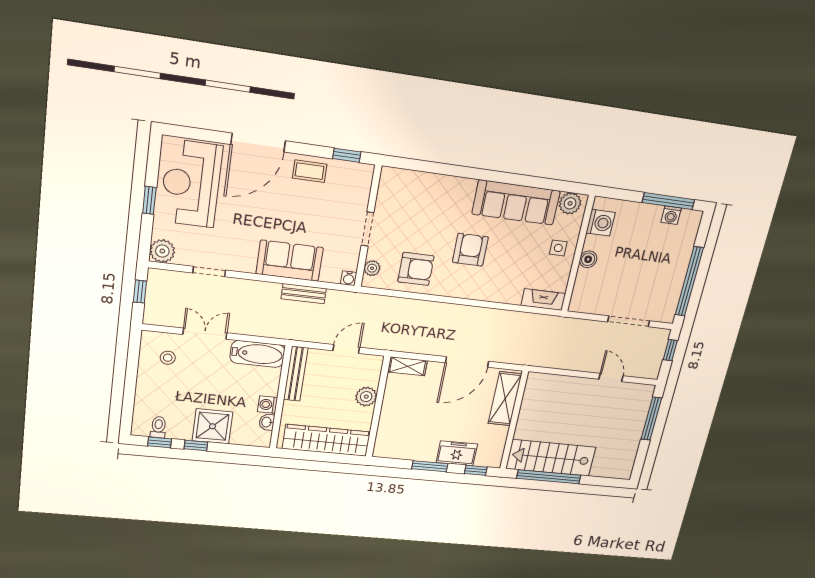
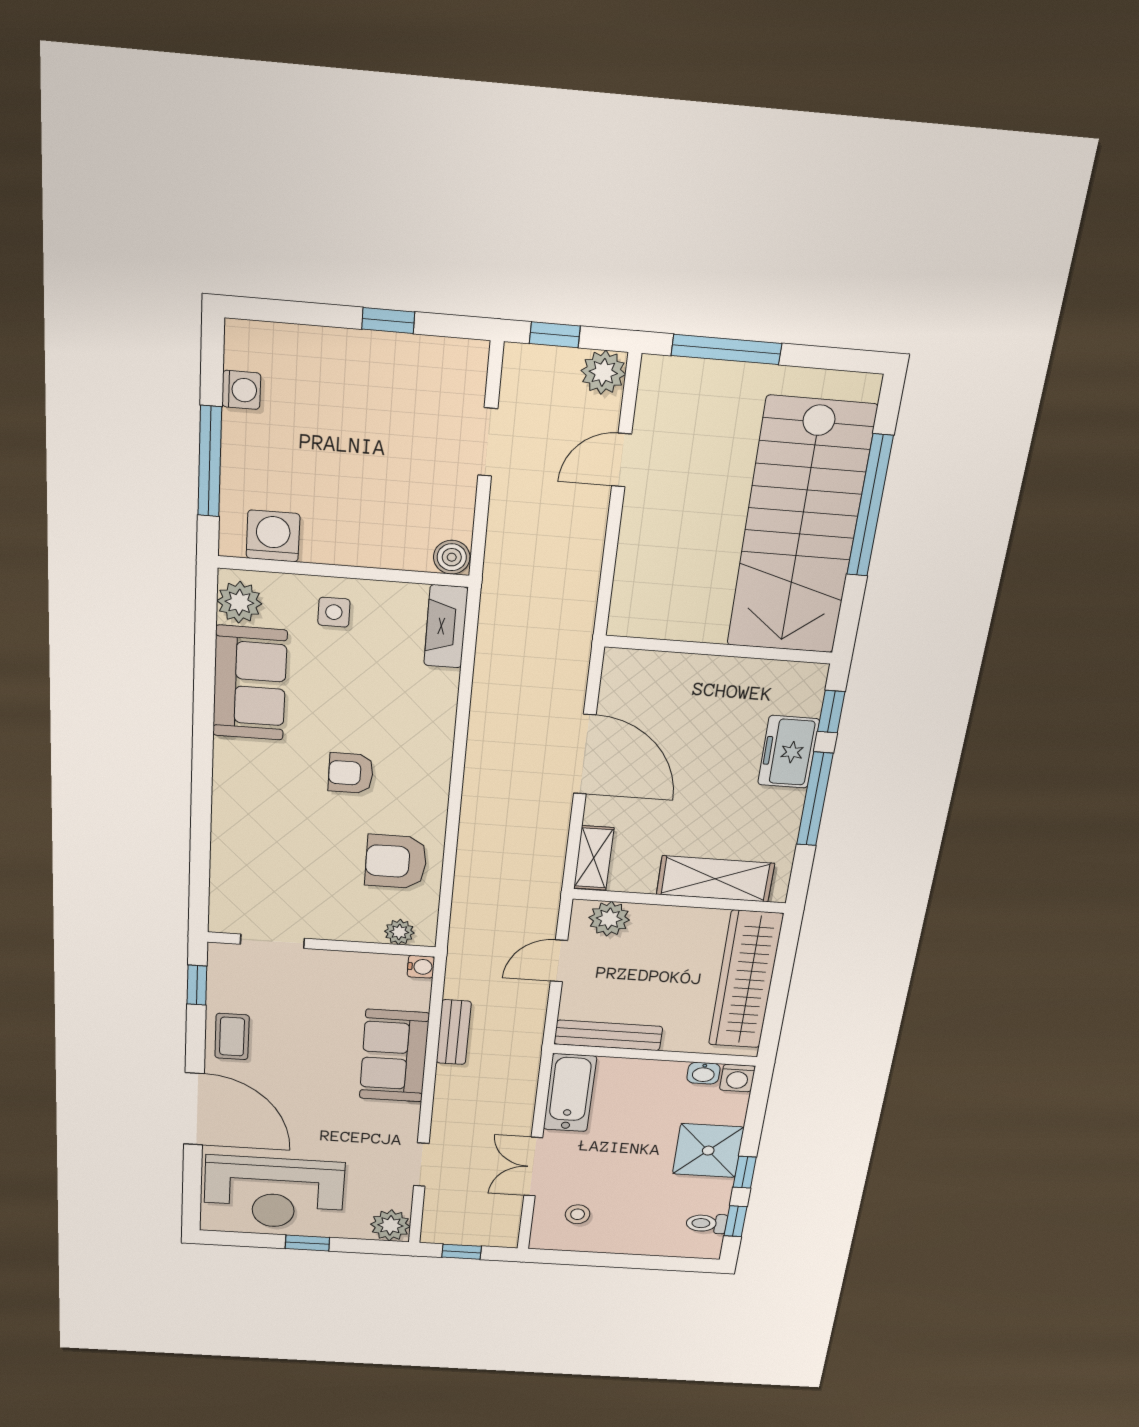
window: (668, 201) -> (210, 461), moved
sofa: (516, 202) -> (250, 683), width x0.73
doorway: (367, 229) -> (272, 941), moved
armchair: (470, 250) -> (351, 773), width x0.72, depth x0.72
boiler: (588, 259) -> (452, 557), moved
armchair: (416, 269) -> (396, 862), turned -90
window: (689, 281) -> (388, 321), width x0.32
doorway: (629, 321) -> (488, 442), width x0.73
door: (346, 349) -> (559, 961), hinge flipped
plant: (651, 370) -> (603, 372), added
plant: (366, 397) -> (609, 919), moved
shelving: (505, 399) -> (715, 879), moved
washing machine: (268, 405) -> (737, 1078), moved
stairs: (551, 458) -> (800, 528), width x1.36, depth x1.51
window: (430, 466) -> (815, 799), width x1.44
window: (549, 477) -> (870, 506), moved

